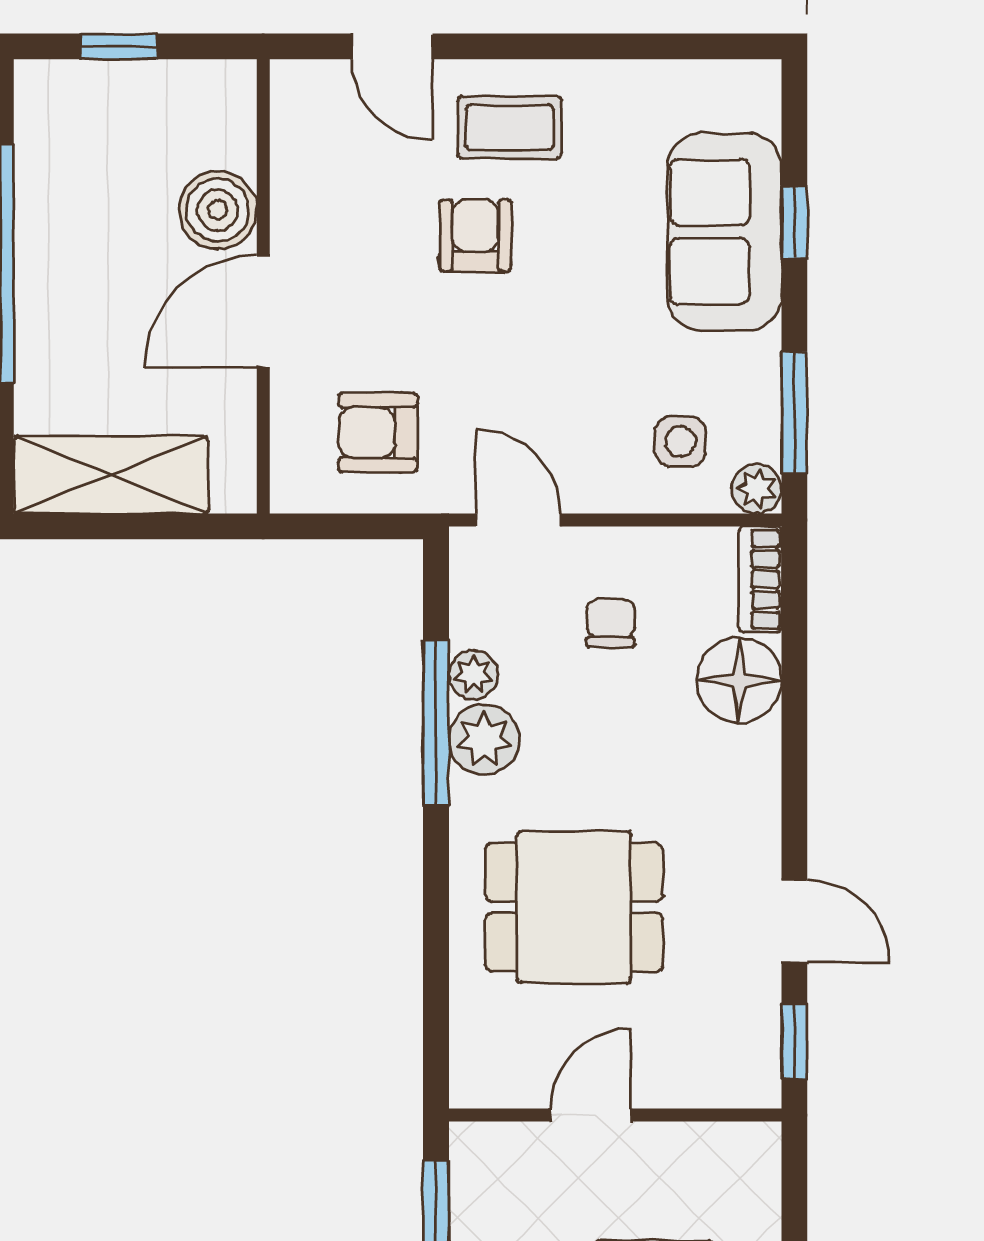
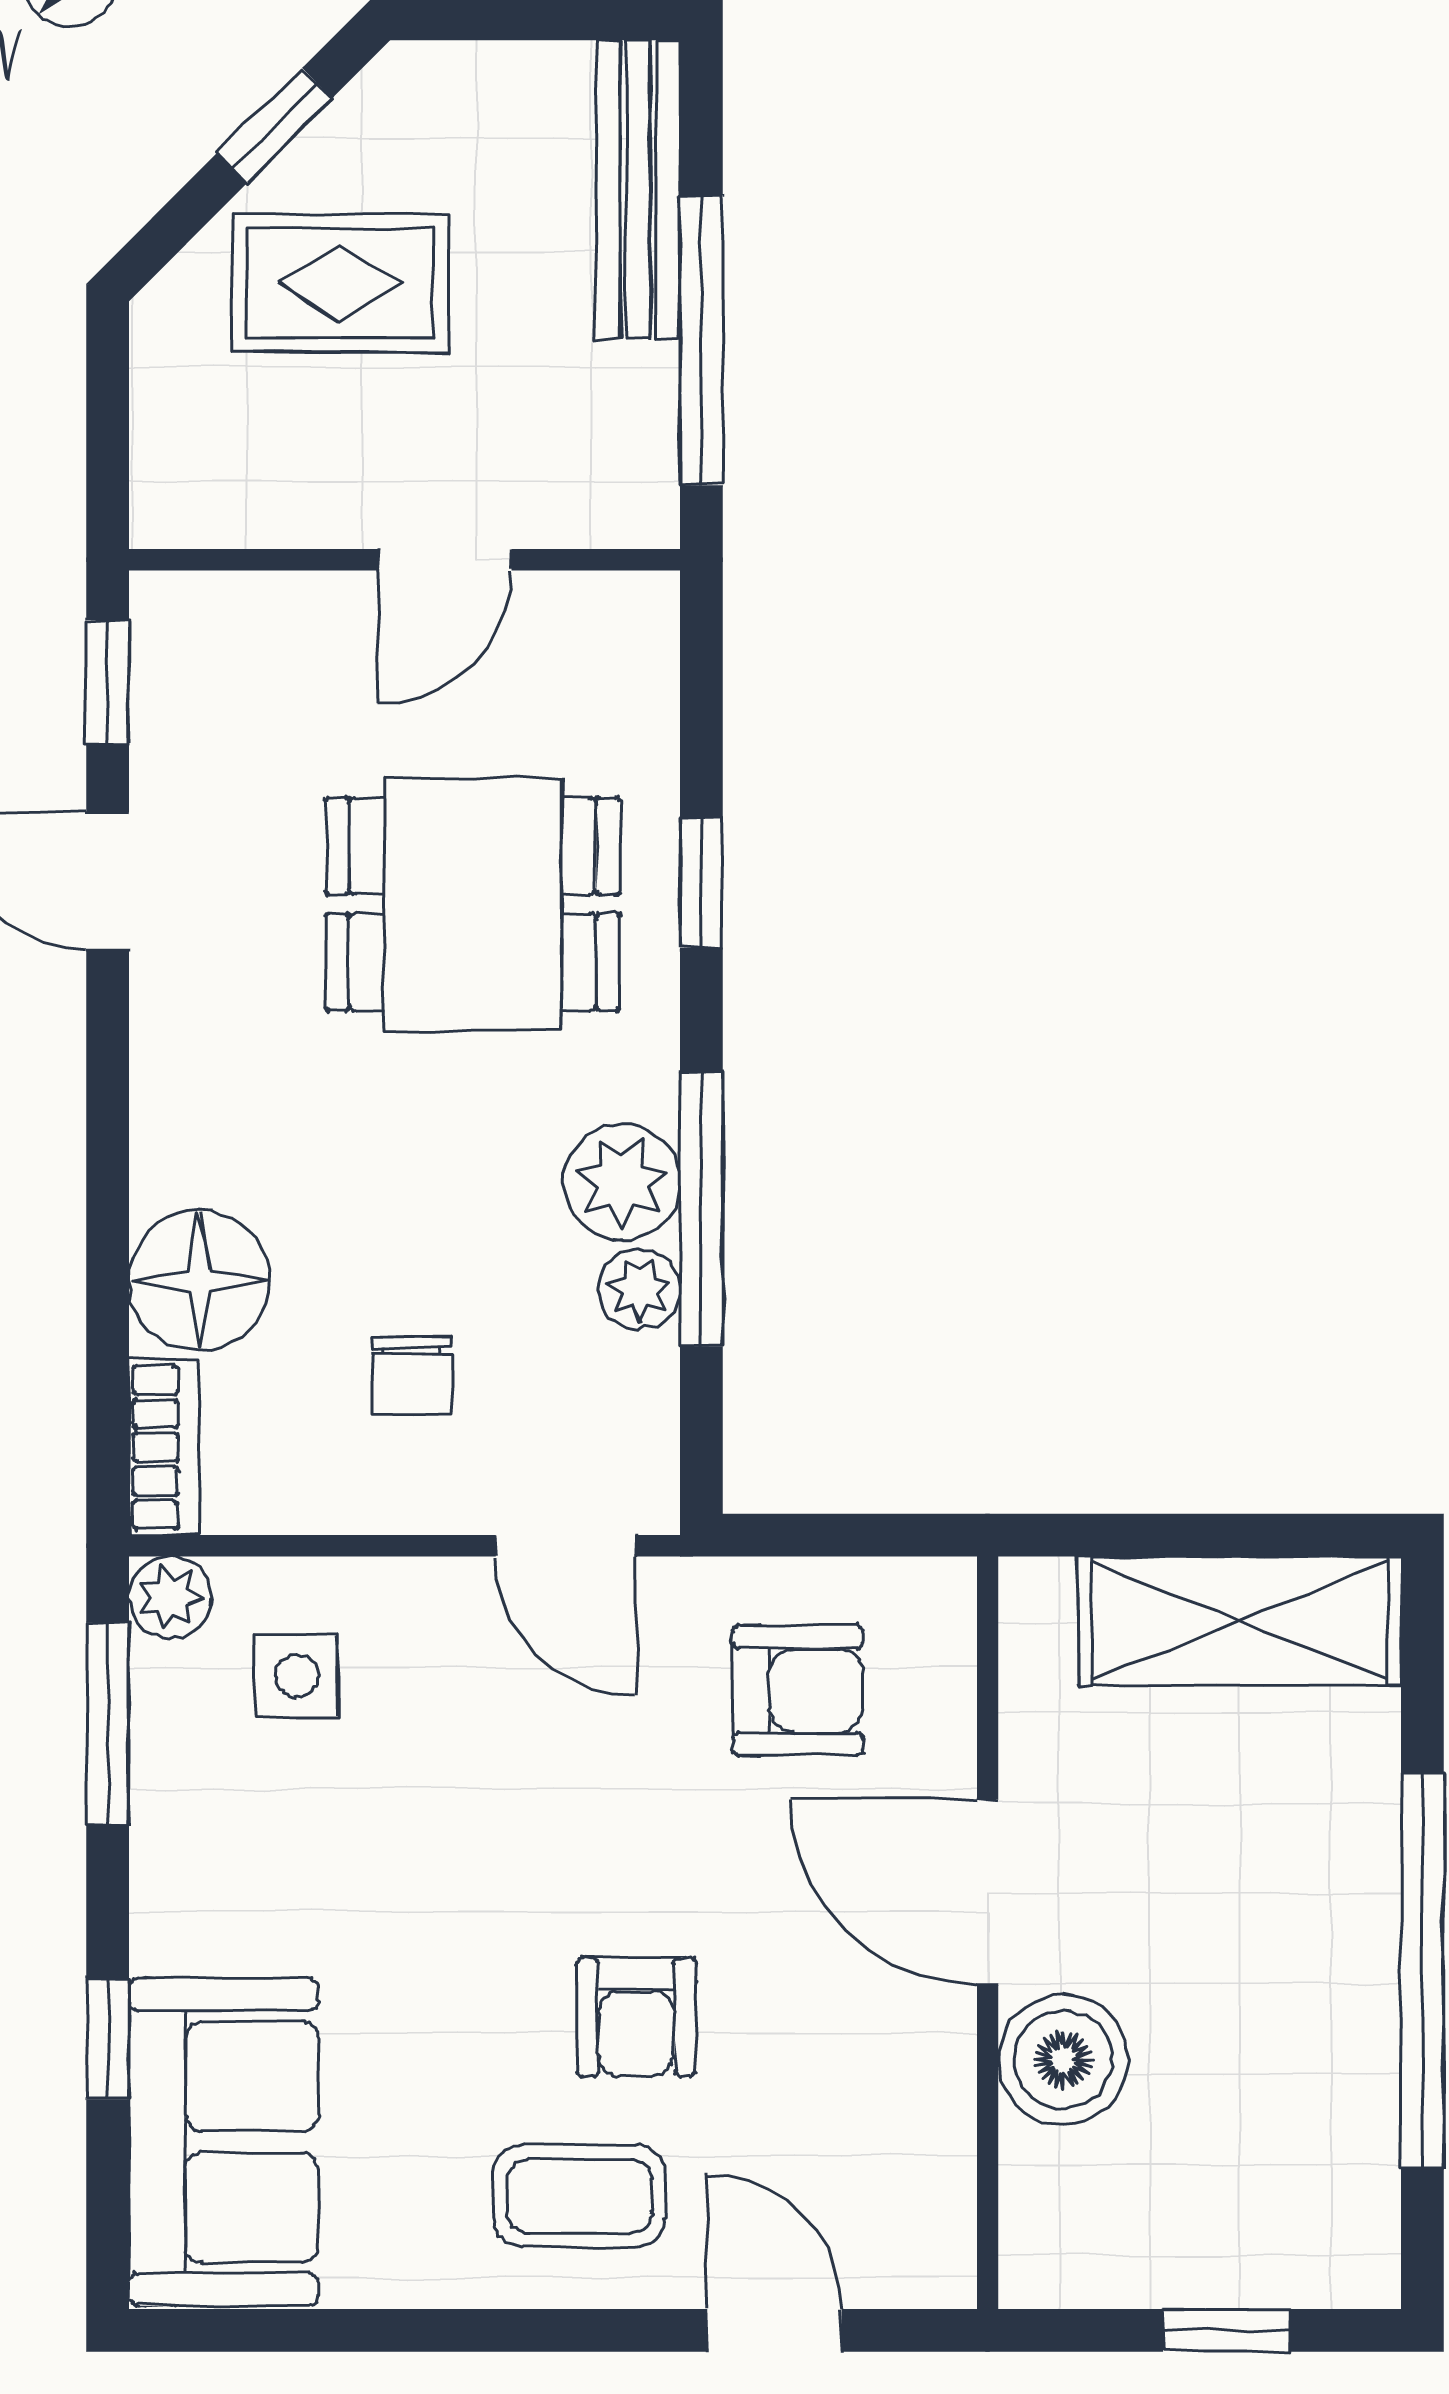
sofa: (724, 232) -> (223, 2142), moved
door: (263, 311) -> (988, 1892), swing flipped
window: (436, 920) -> (701, 882), added

